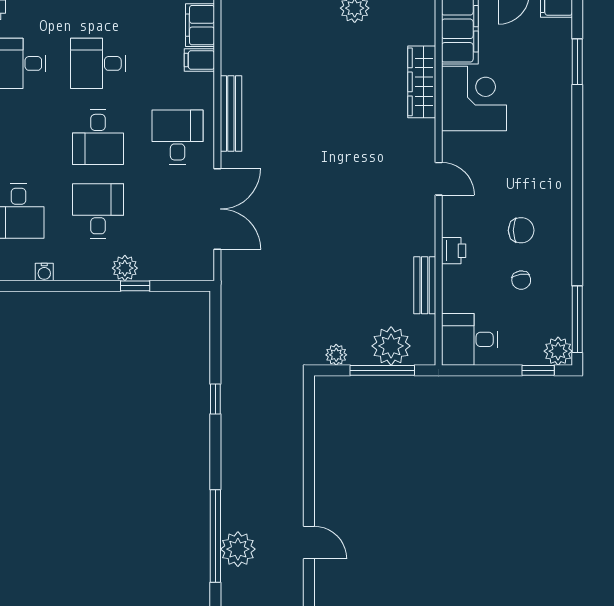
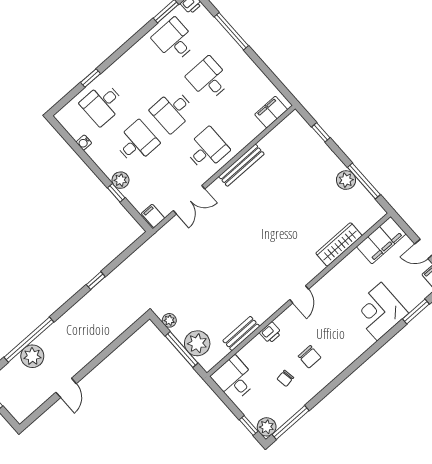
filing cabinet: (199, 60) -> (153, 216), moved
corner desk: (474, 98) -> (379, 312), moved, turned 180
double door: (217, 209) -> (189, 200), width x0.73

